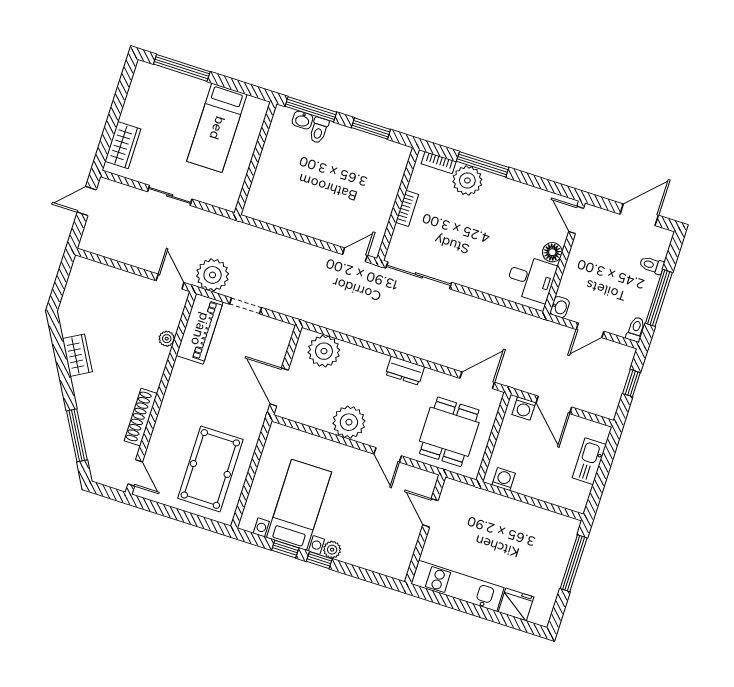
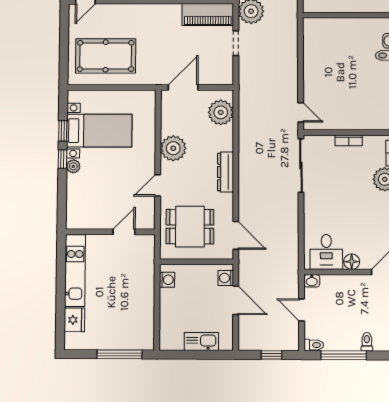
dresser: (405, 371) -> (226, 172), width x1.44
door: (554, 405) -> (236, 300), swing flipped

